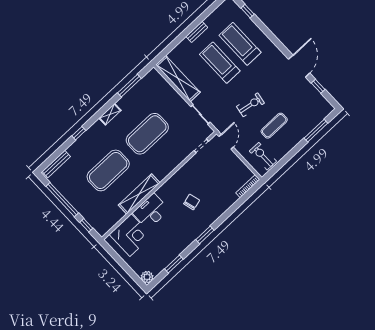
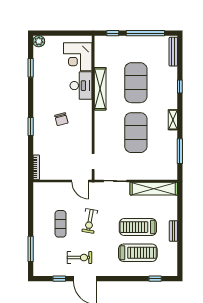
treadmill: (220, 63) -> (138, 227), turned 180
exercise bike: (263, 156) -> (80, 258), moved
window: (205, 235) -> (31, 127), moved

